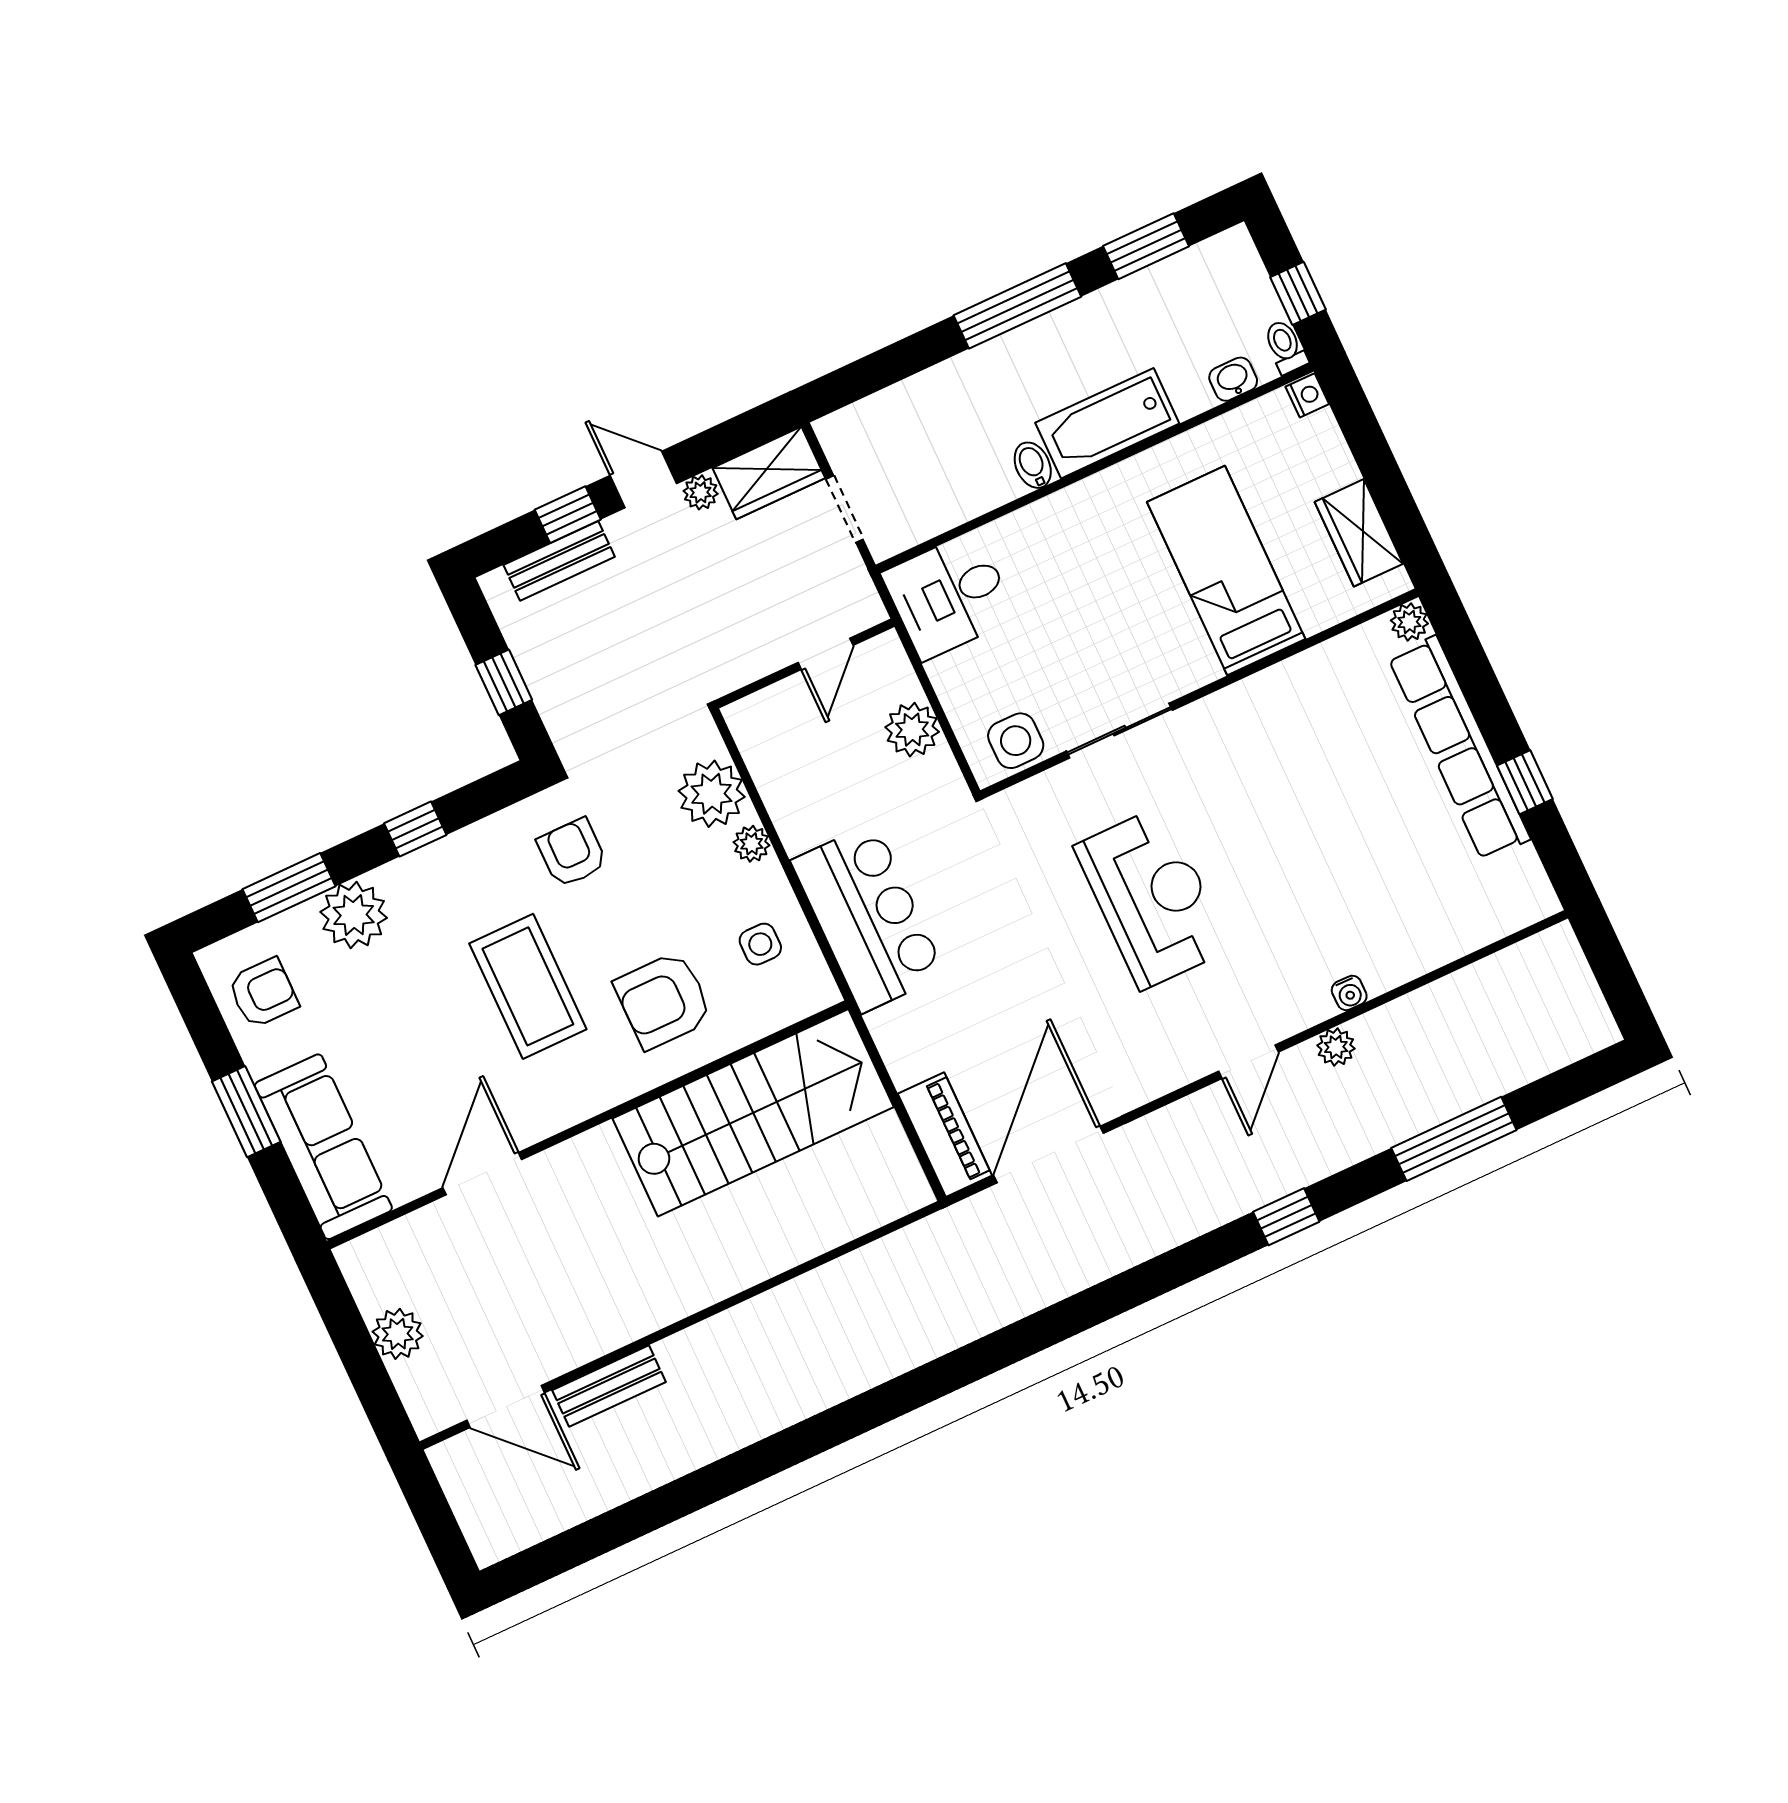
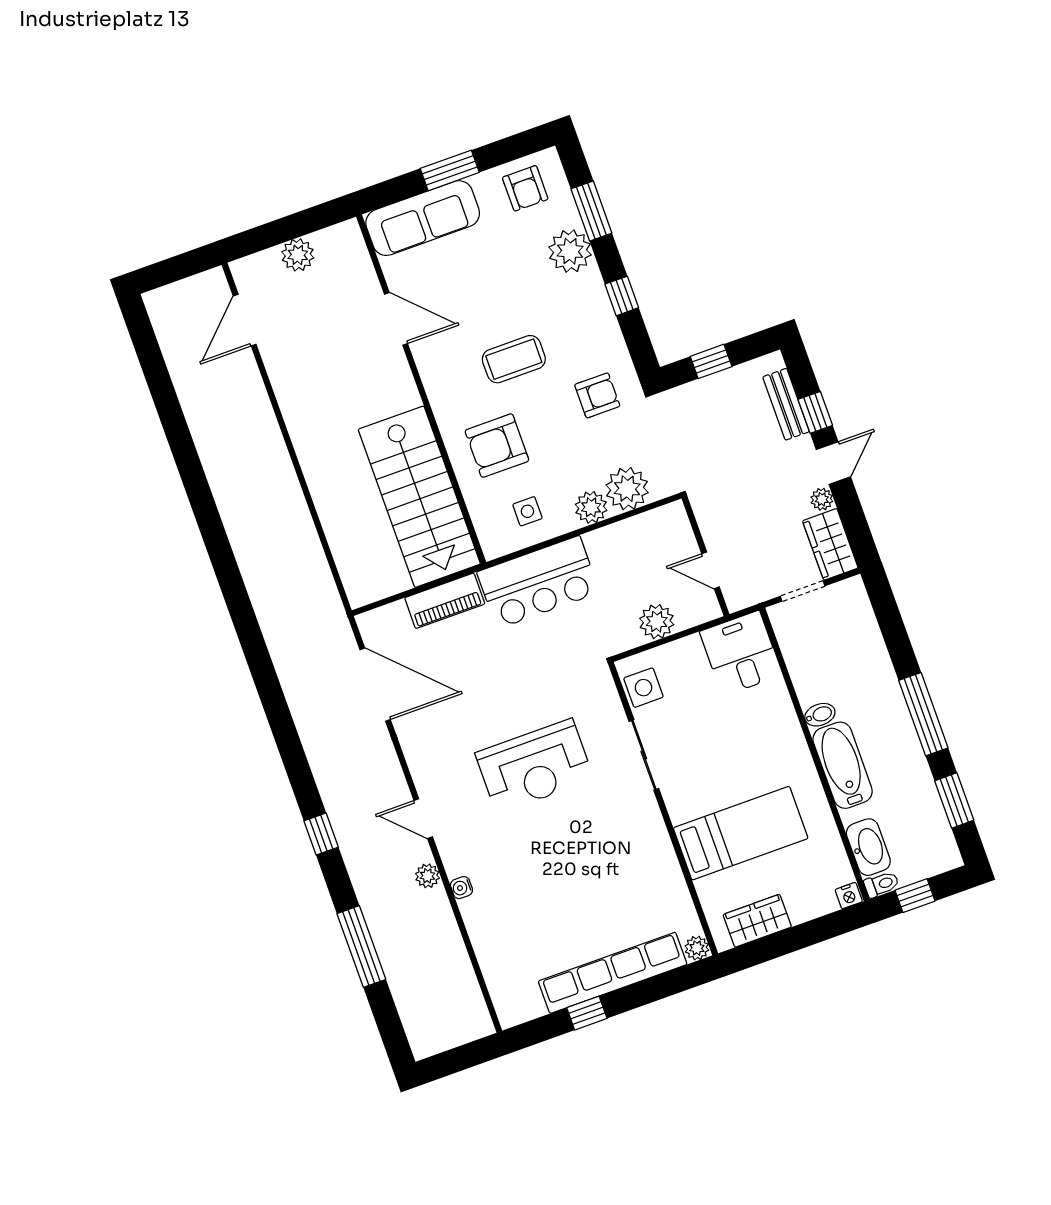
washbasin: (1233, 379) -> (868, 847), width x1.91, depth x1.45
plant: (752, 844) -> (591, 507), width x1.38, depth x1.38
coffee table: (528, 986) -> (514, 359), width x0.73, depth x0.76
armchair: (663, 1000) -> (497, 446), turned -90
piano: (945, 1135) -> (445, 601), moved
bench: (609, 1386) -> (252, 388), removed

